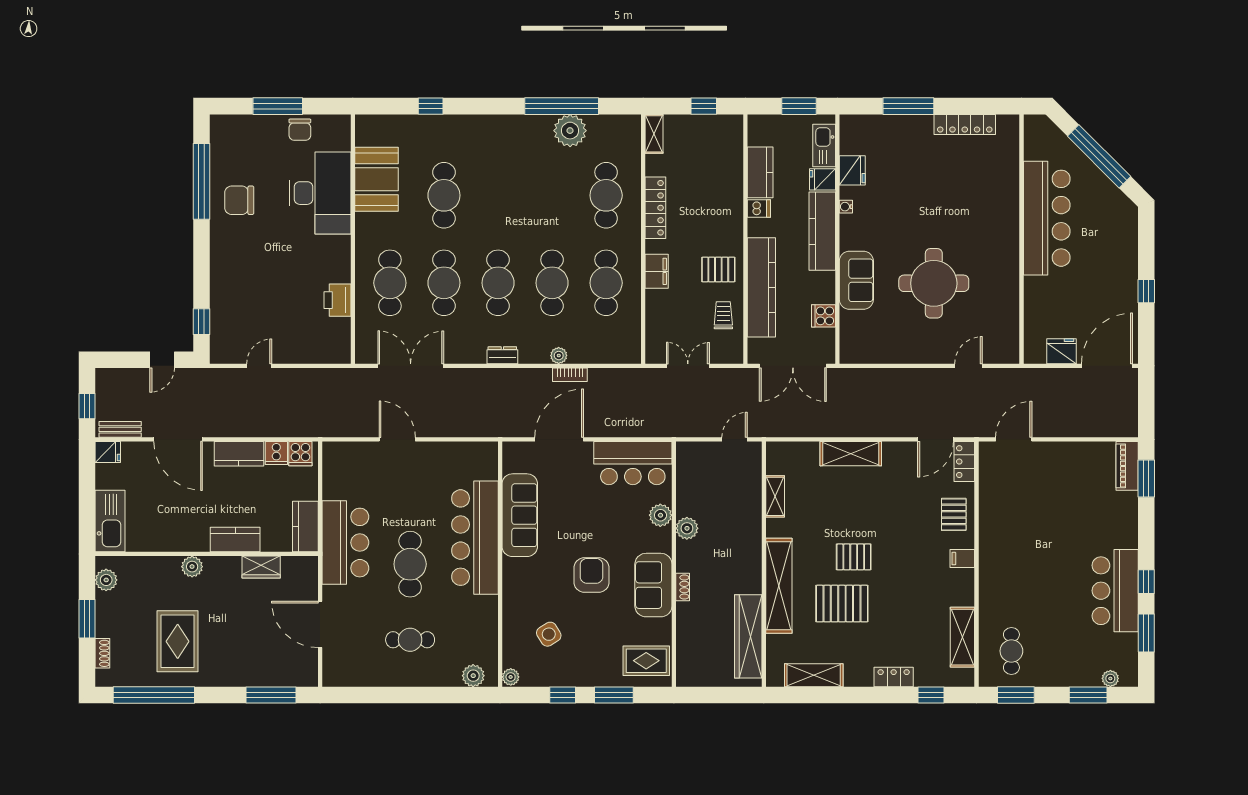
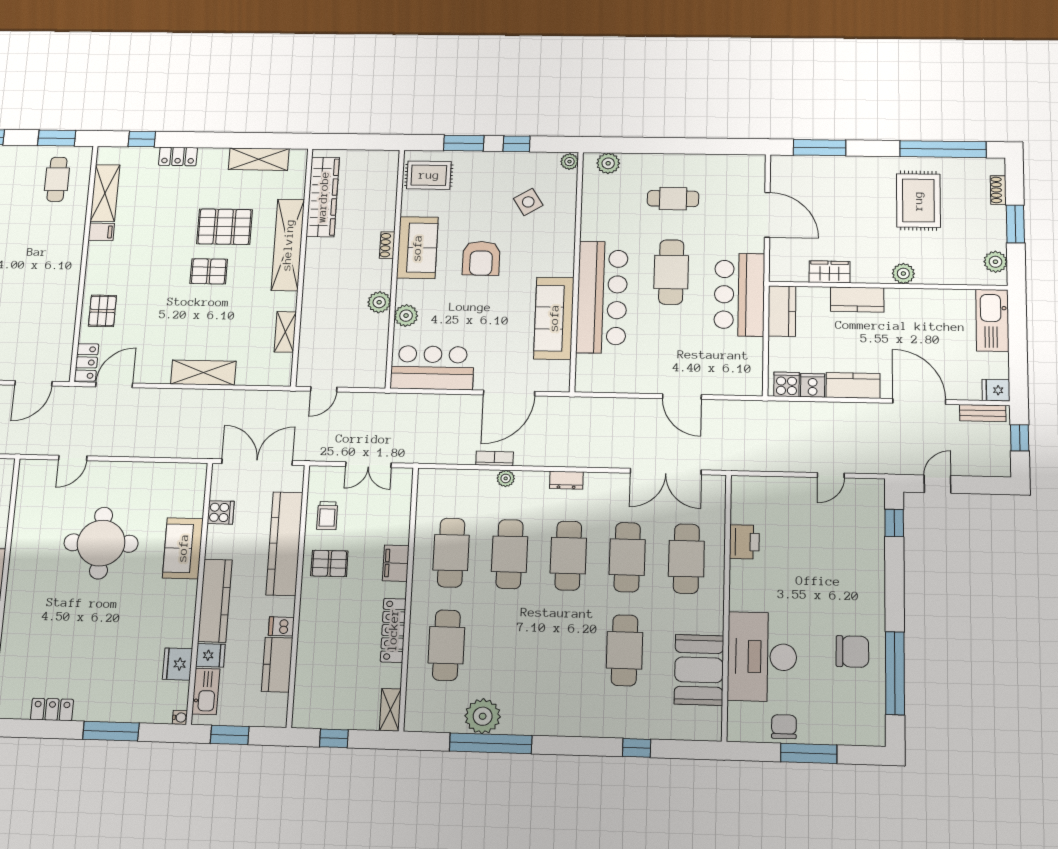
locker: (965, 124) -> (52, 709), width x0.66
water cooler: (846, 207) -> (180, 717), moved
filing cabinet: (962, 559) -> (101, 232), moved

